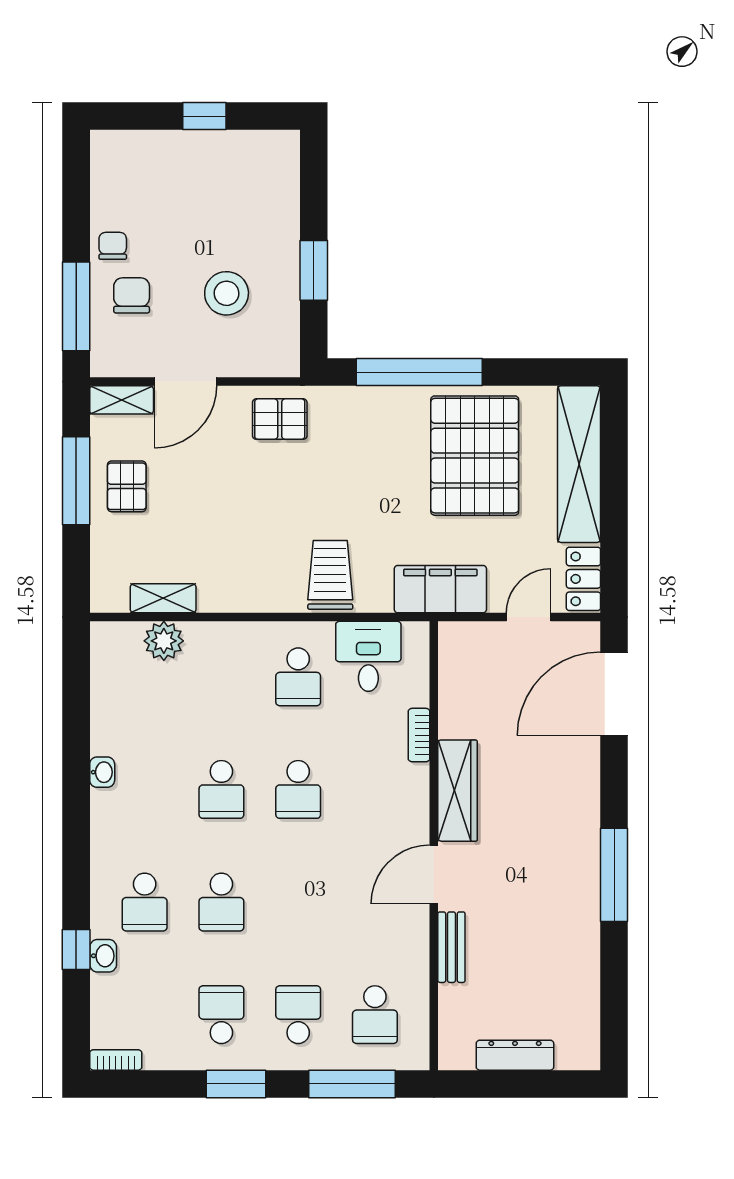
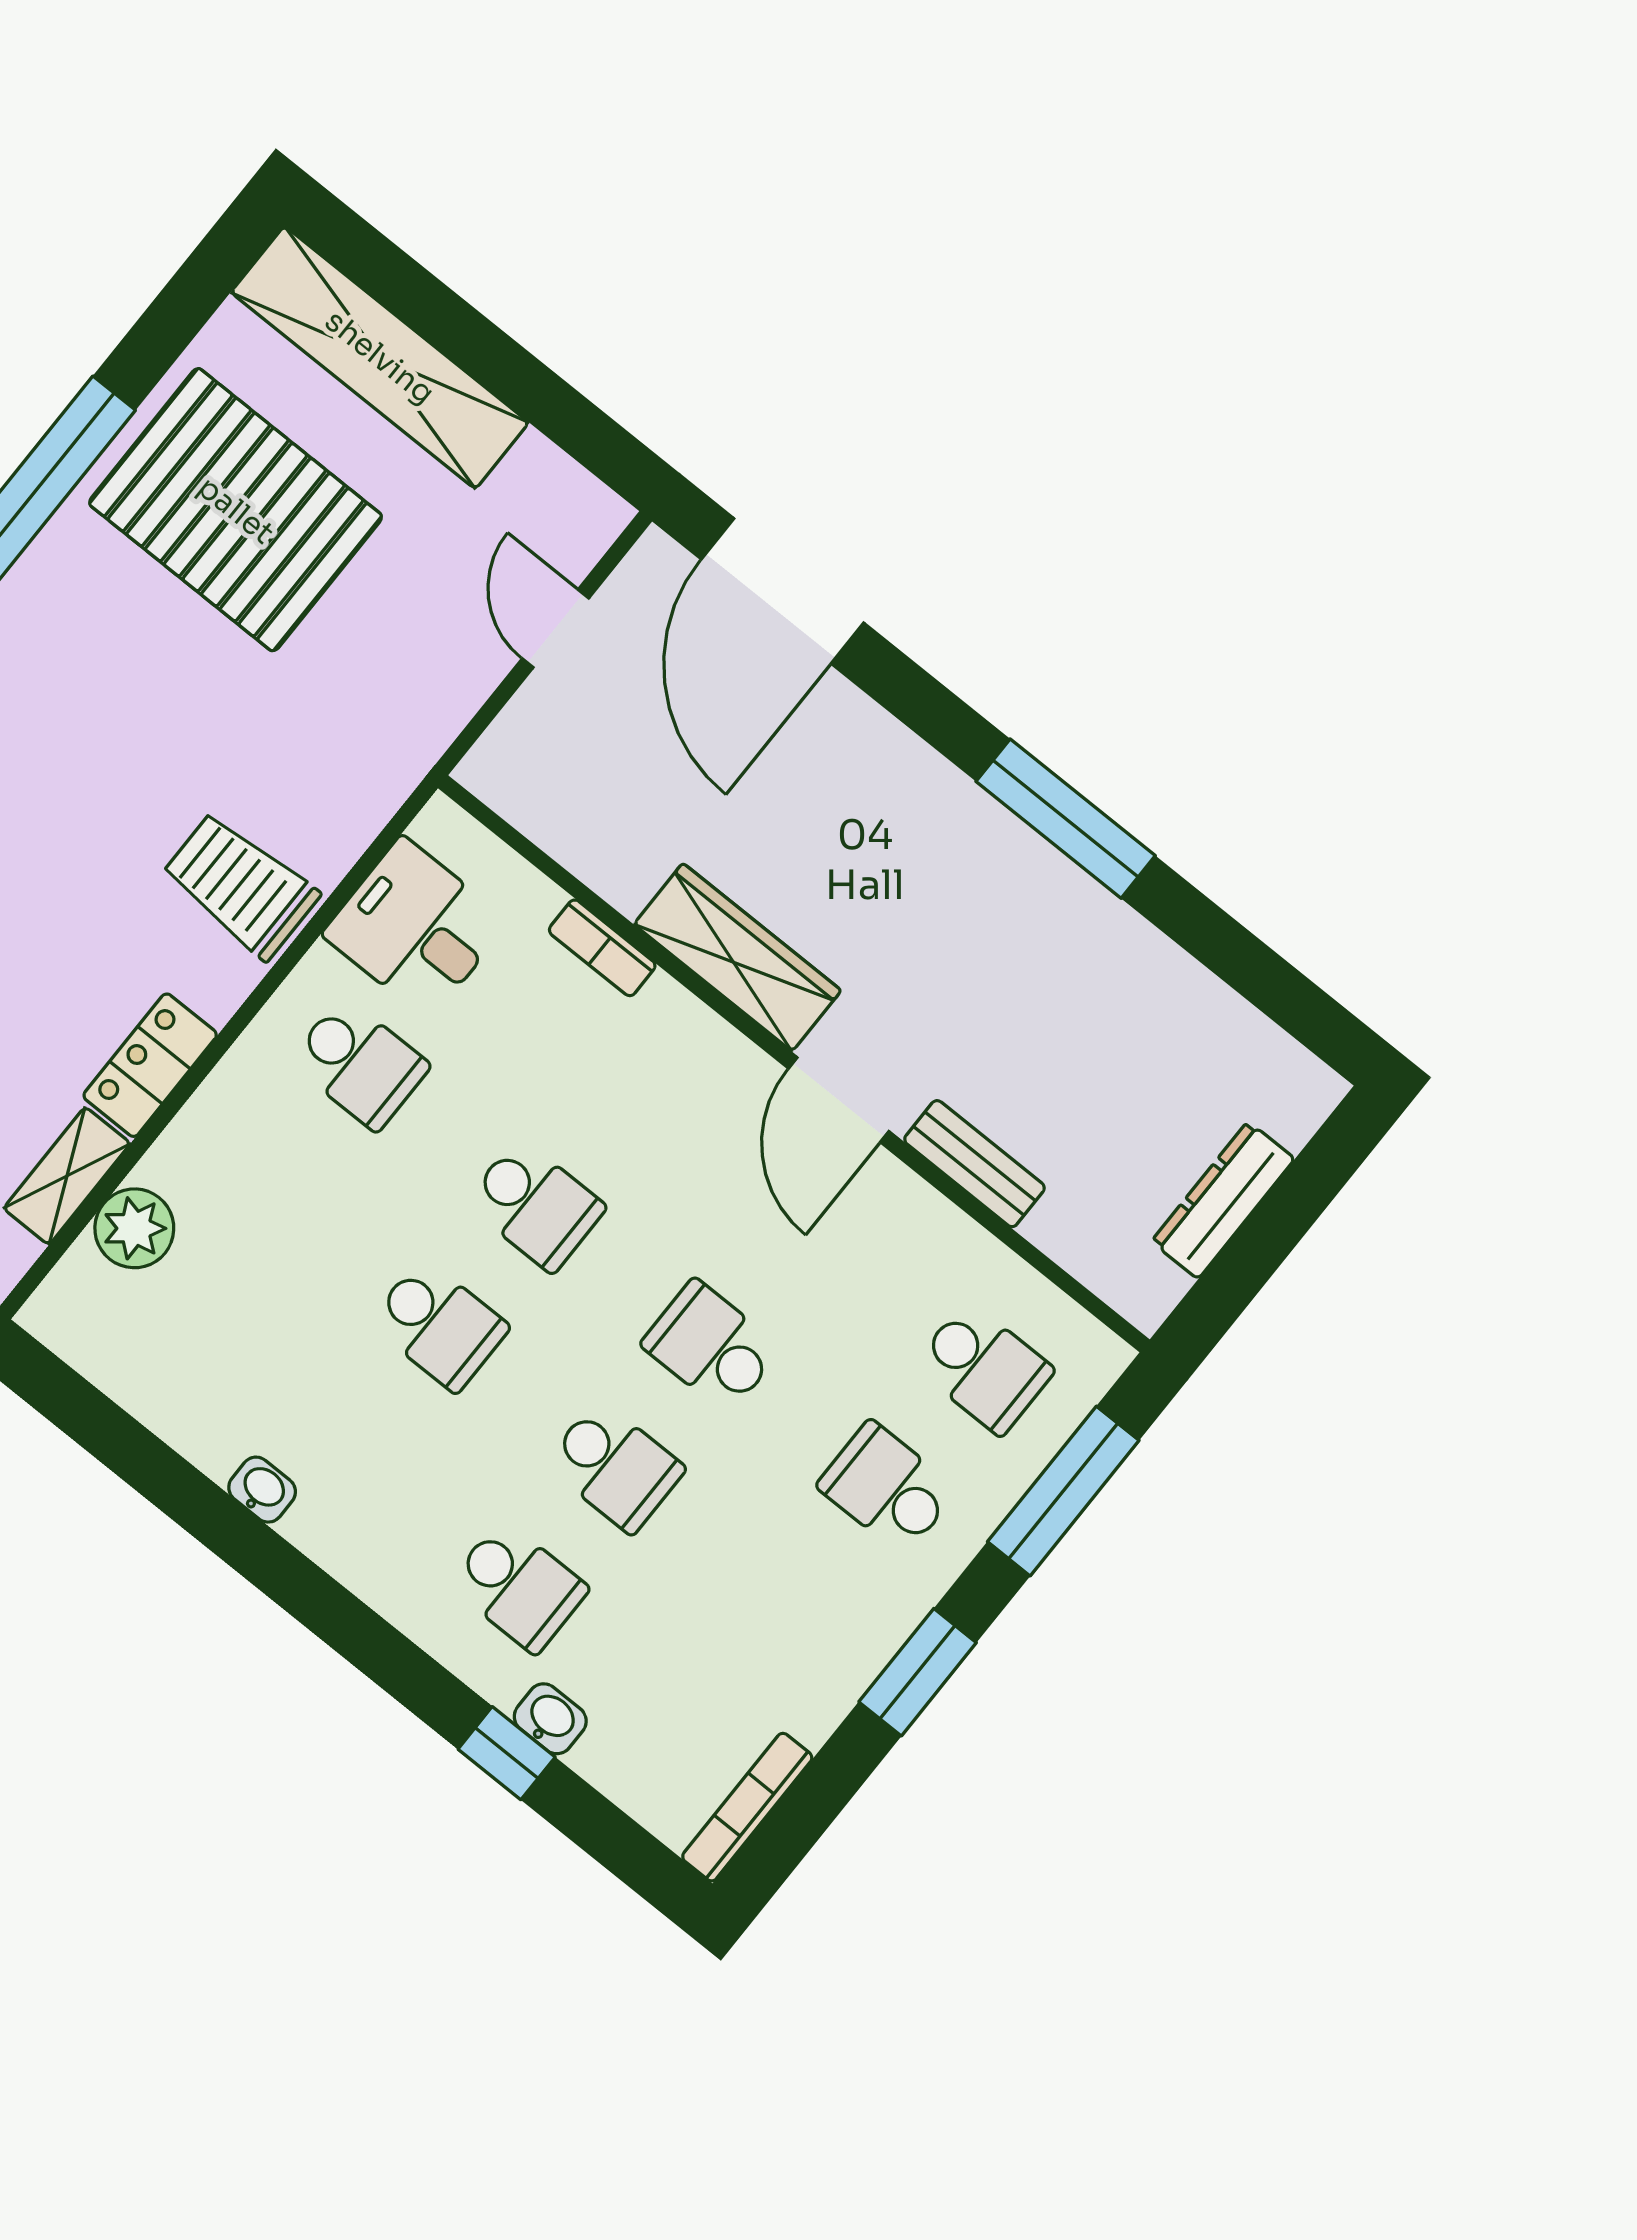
locker: (583, 579) -> (150, 1065), moved, turned 90
filing cabinet: (440, 589) -> (401, 731), removed
school desk: (221, 1015) -> (711, 1347), moved
bookcase: (116, 1060) -> (747, 1807), width x1.56

